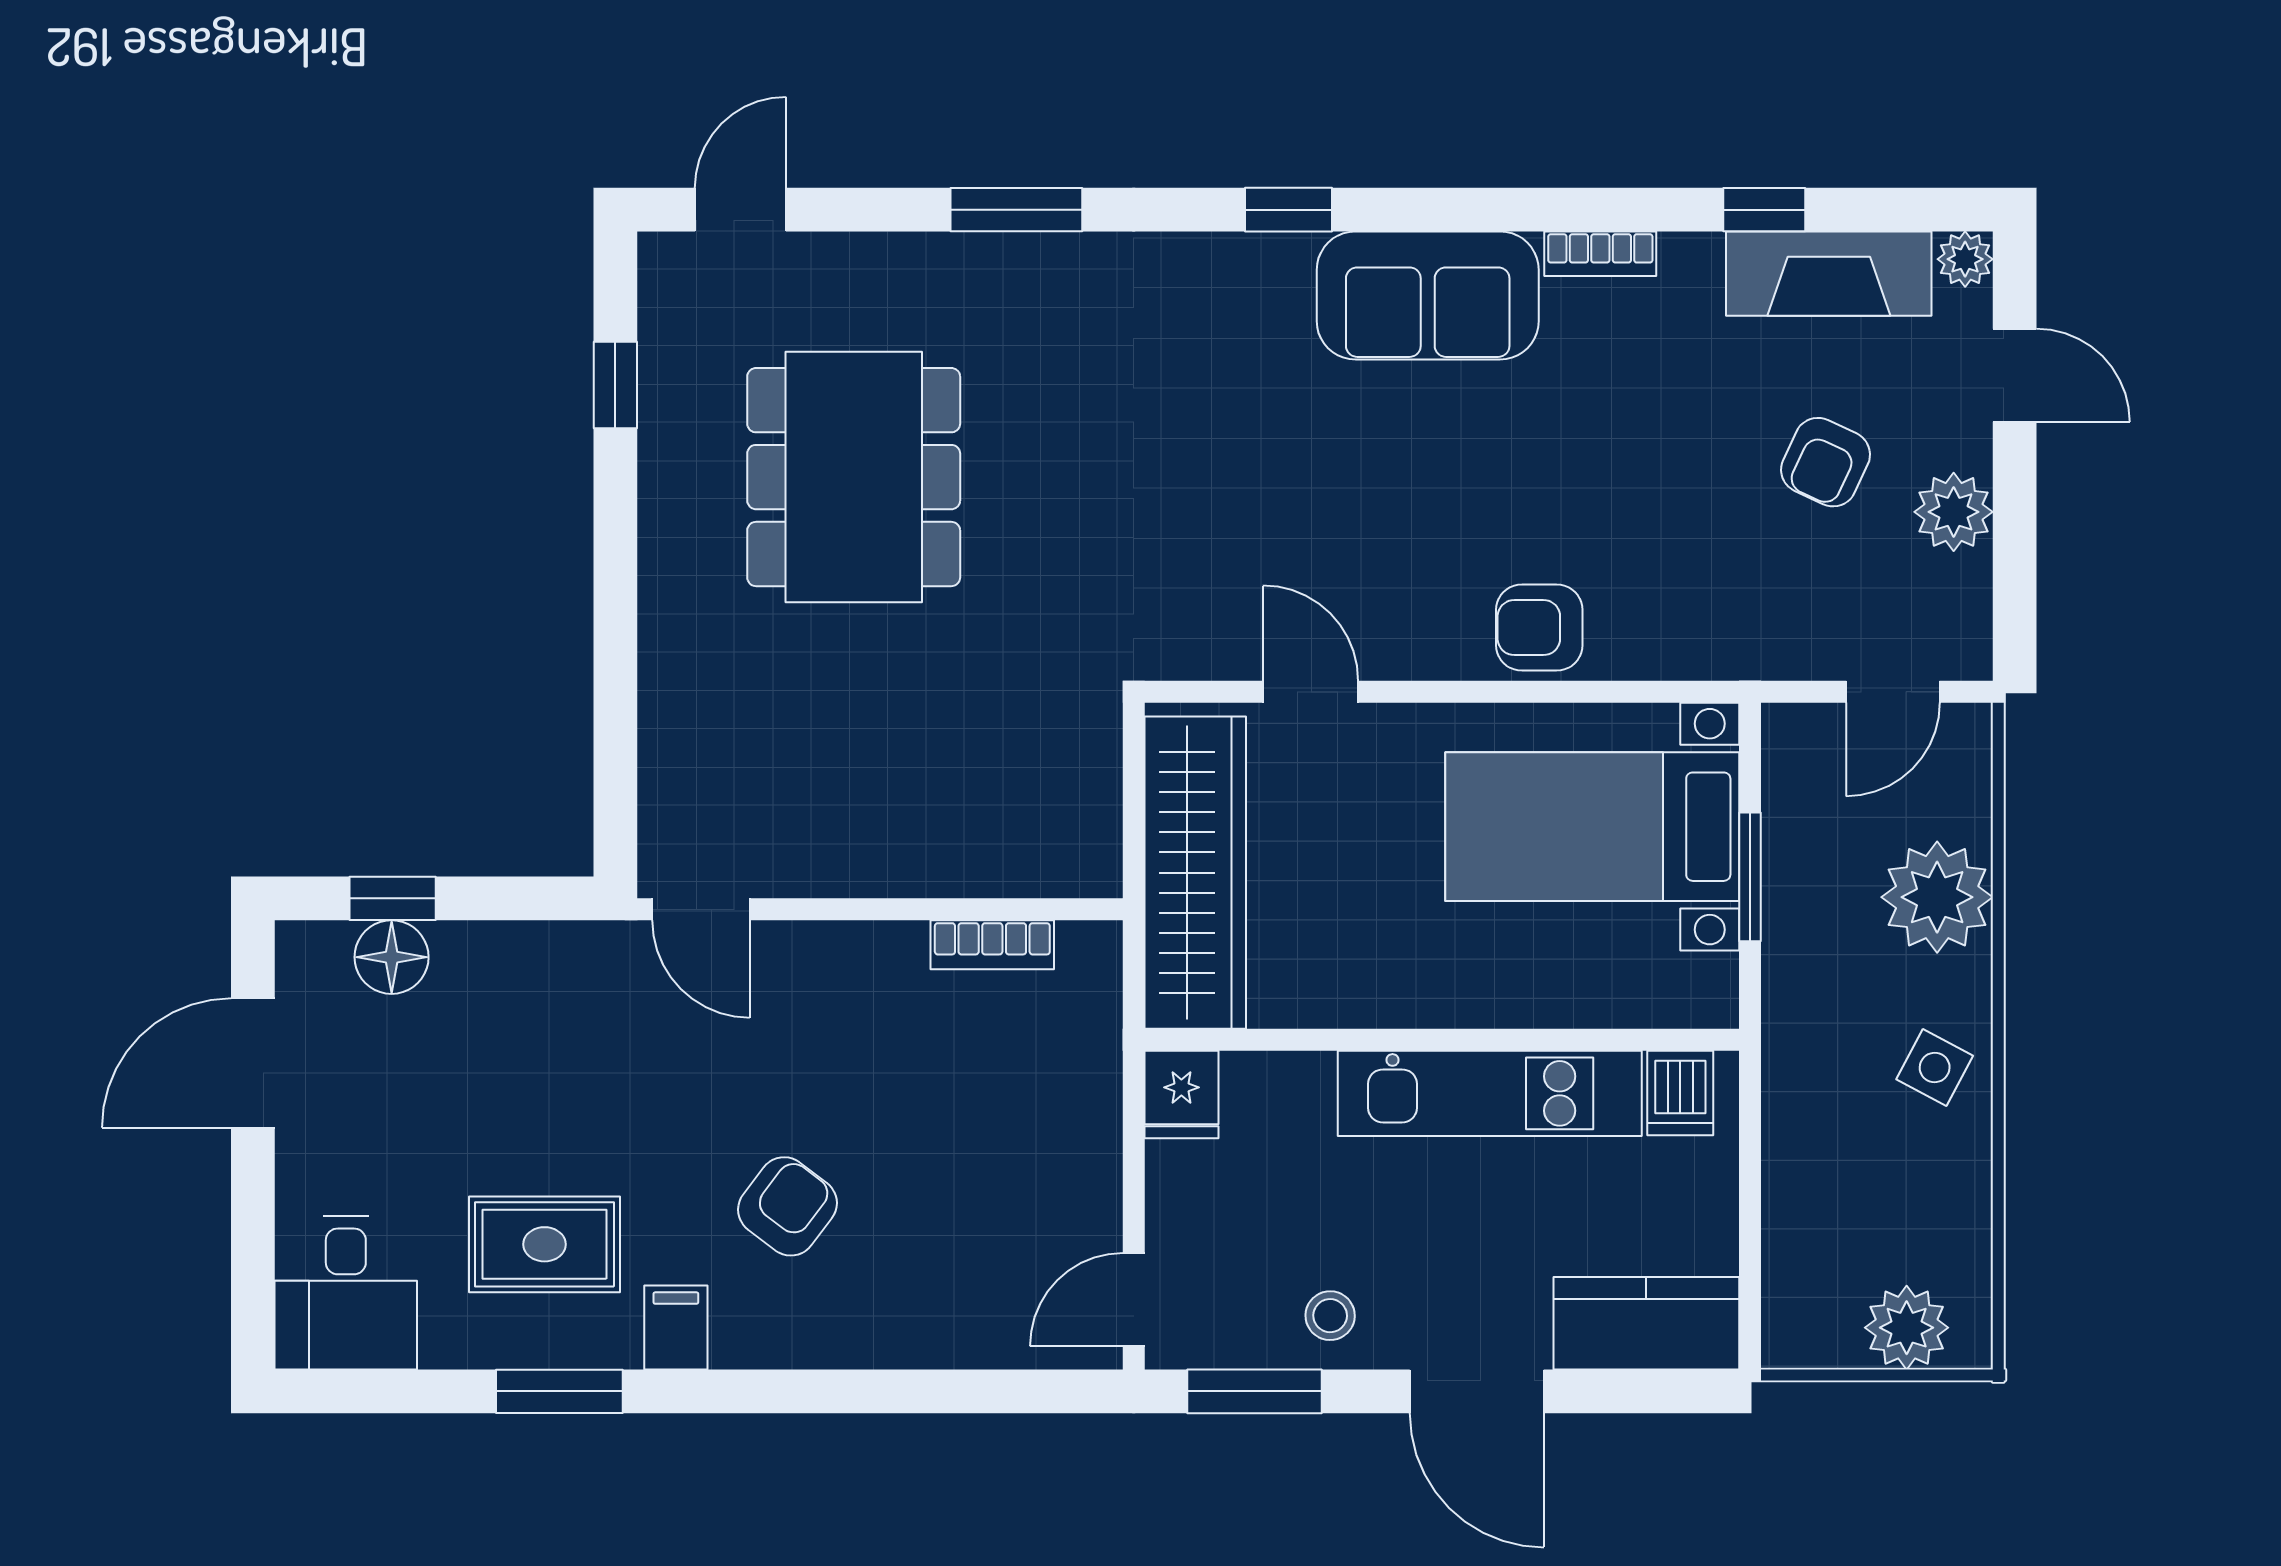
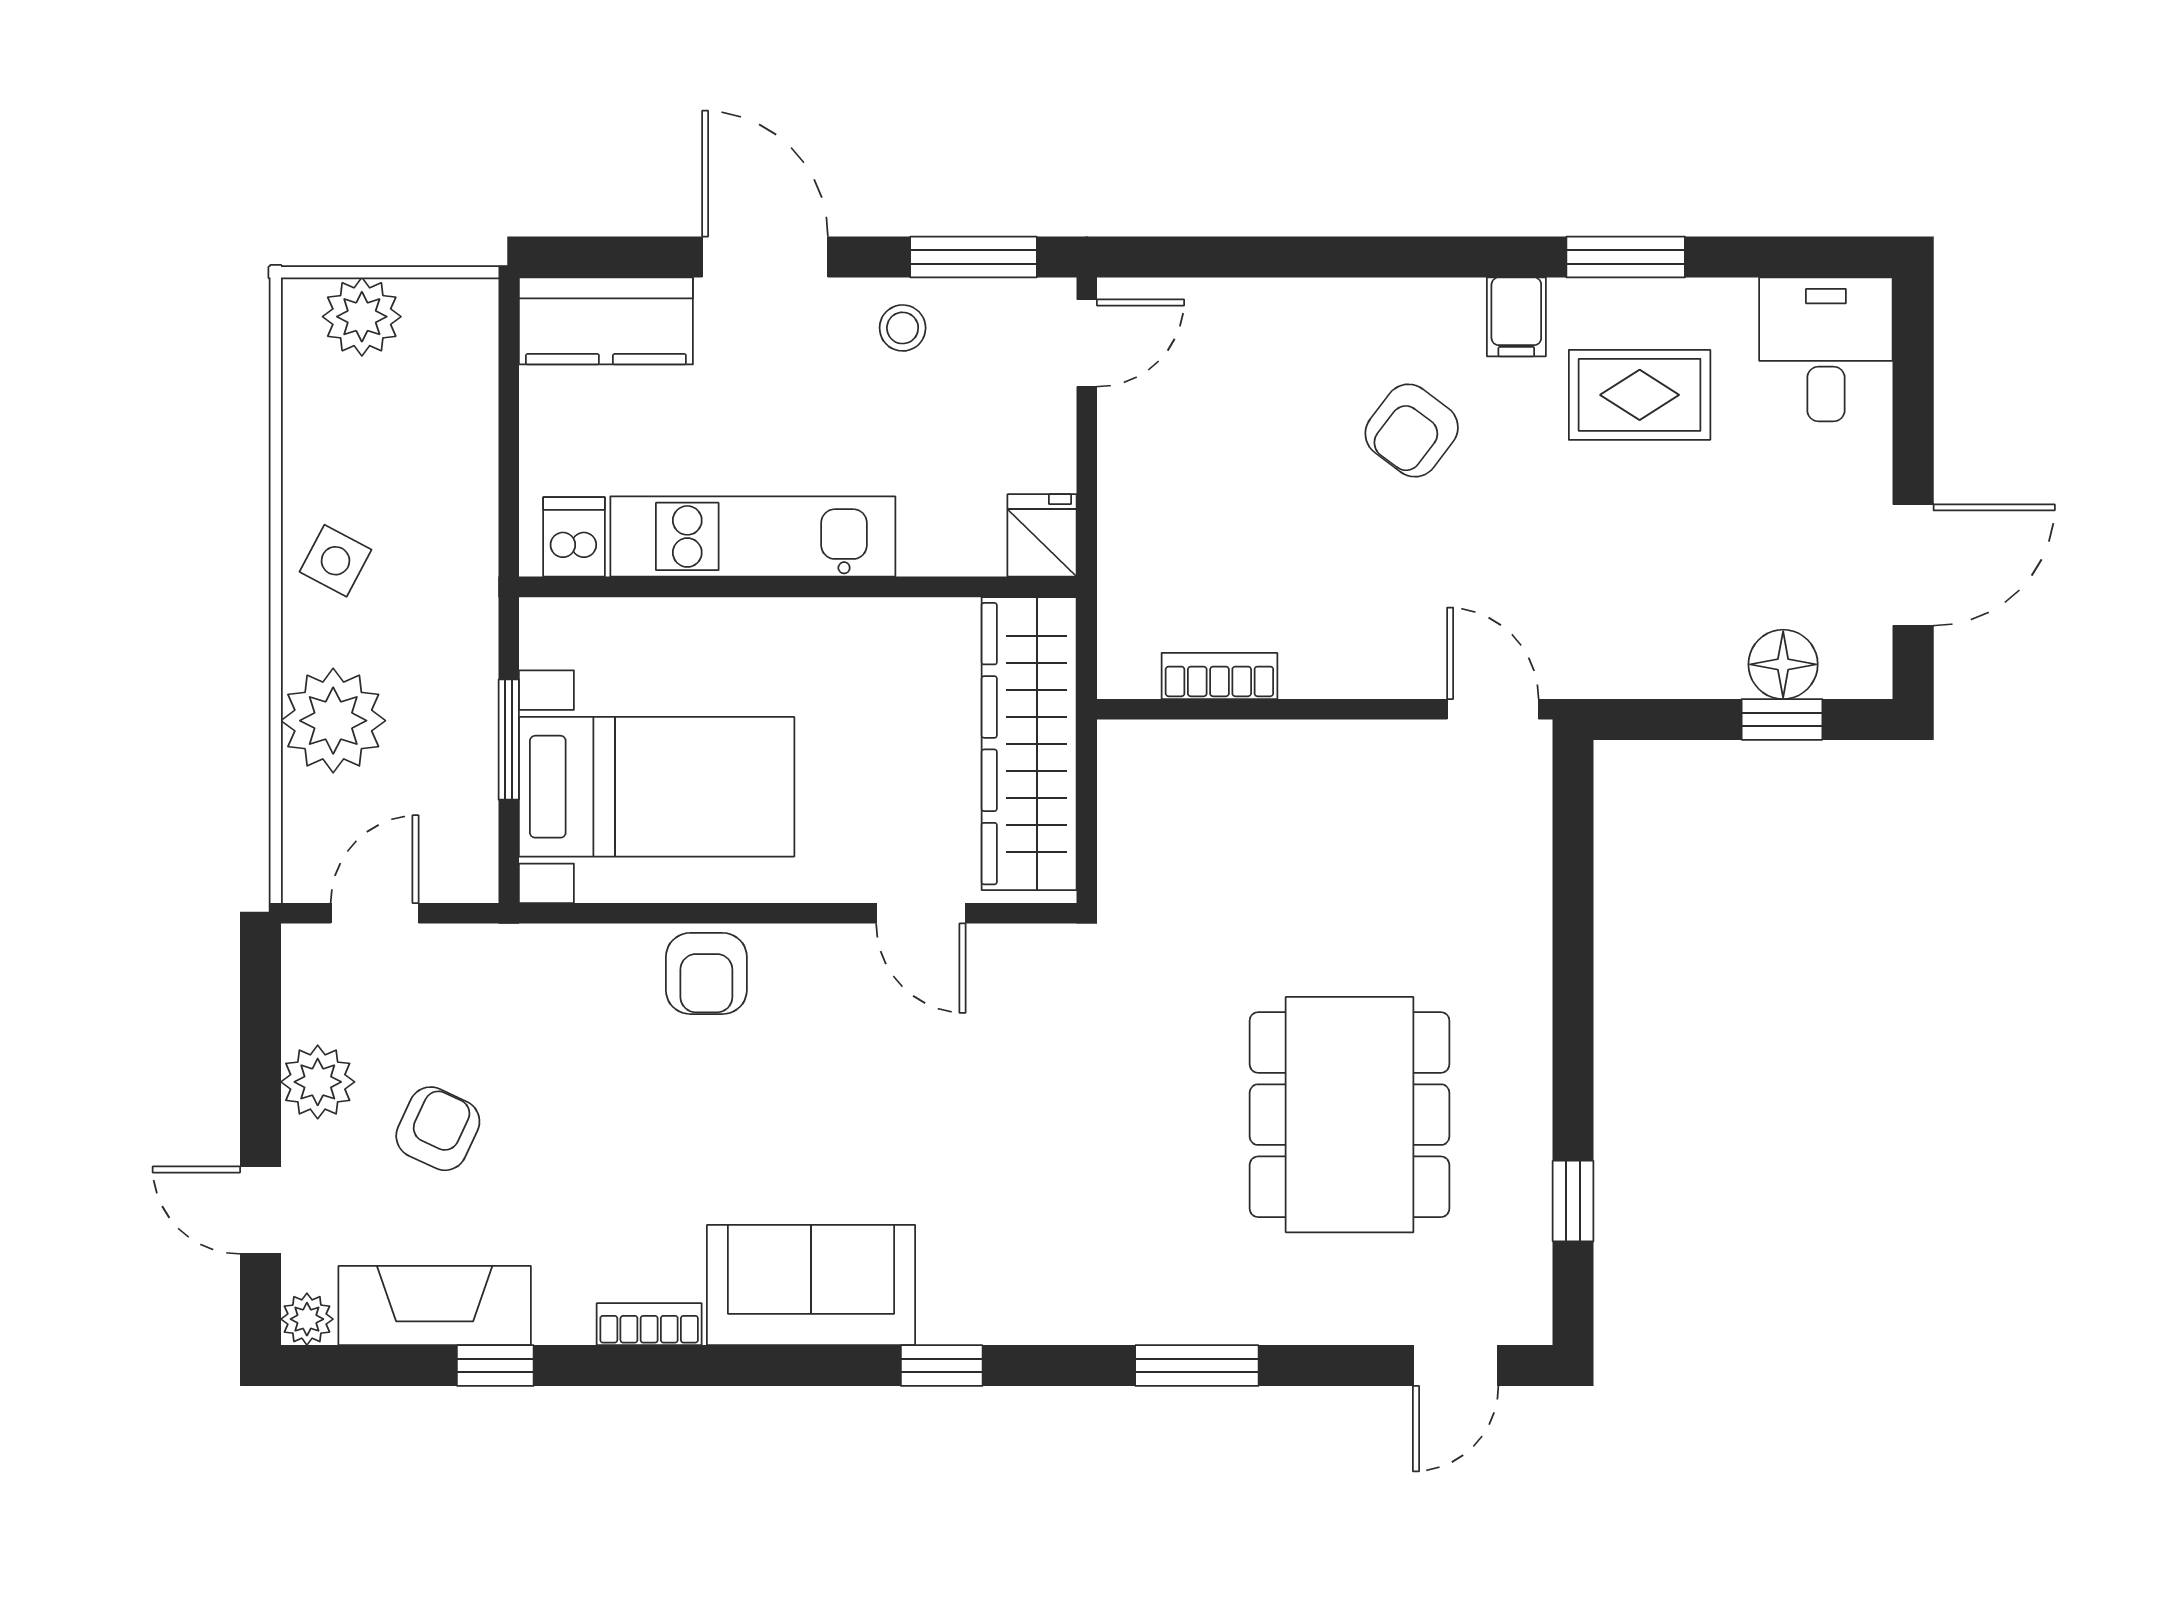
armchair: (1539, 628) -> (706, 973), turned 90

